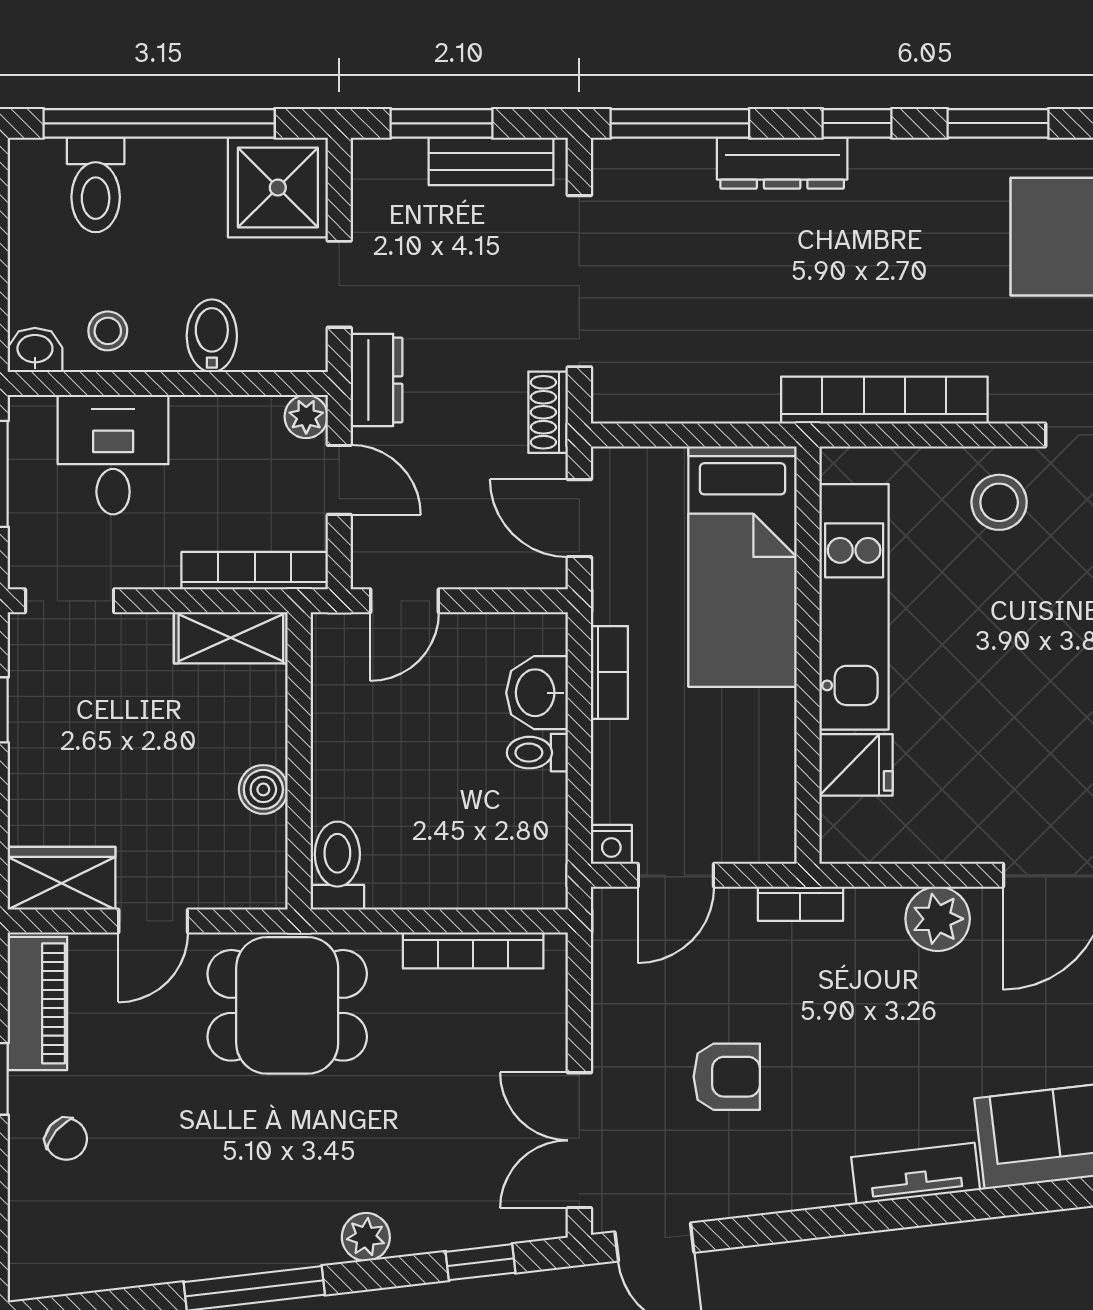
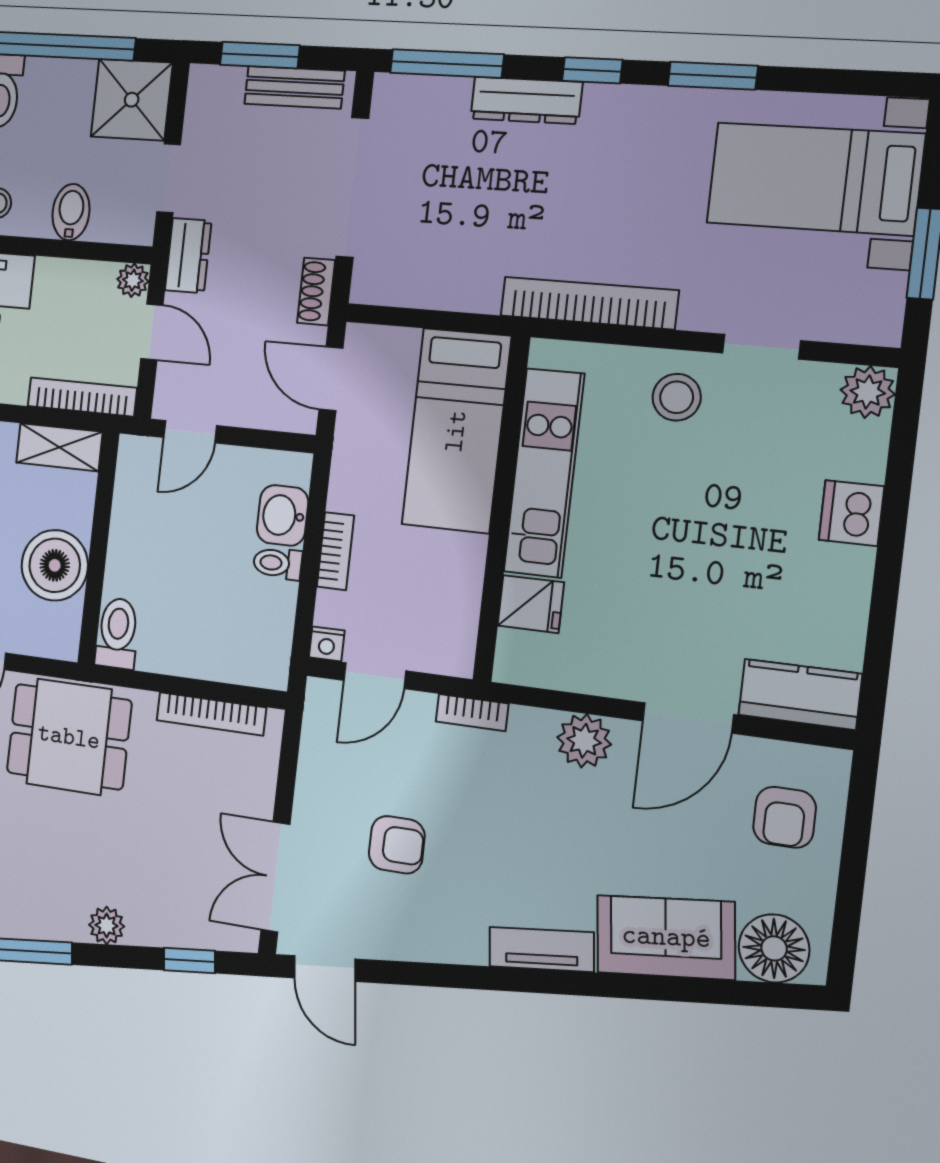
bookcase: (609, 672) -> (335, 551), moved
boiler: (263, 789) -> (55, 565), width x1.86, depth x1.86

